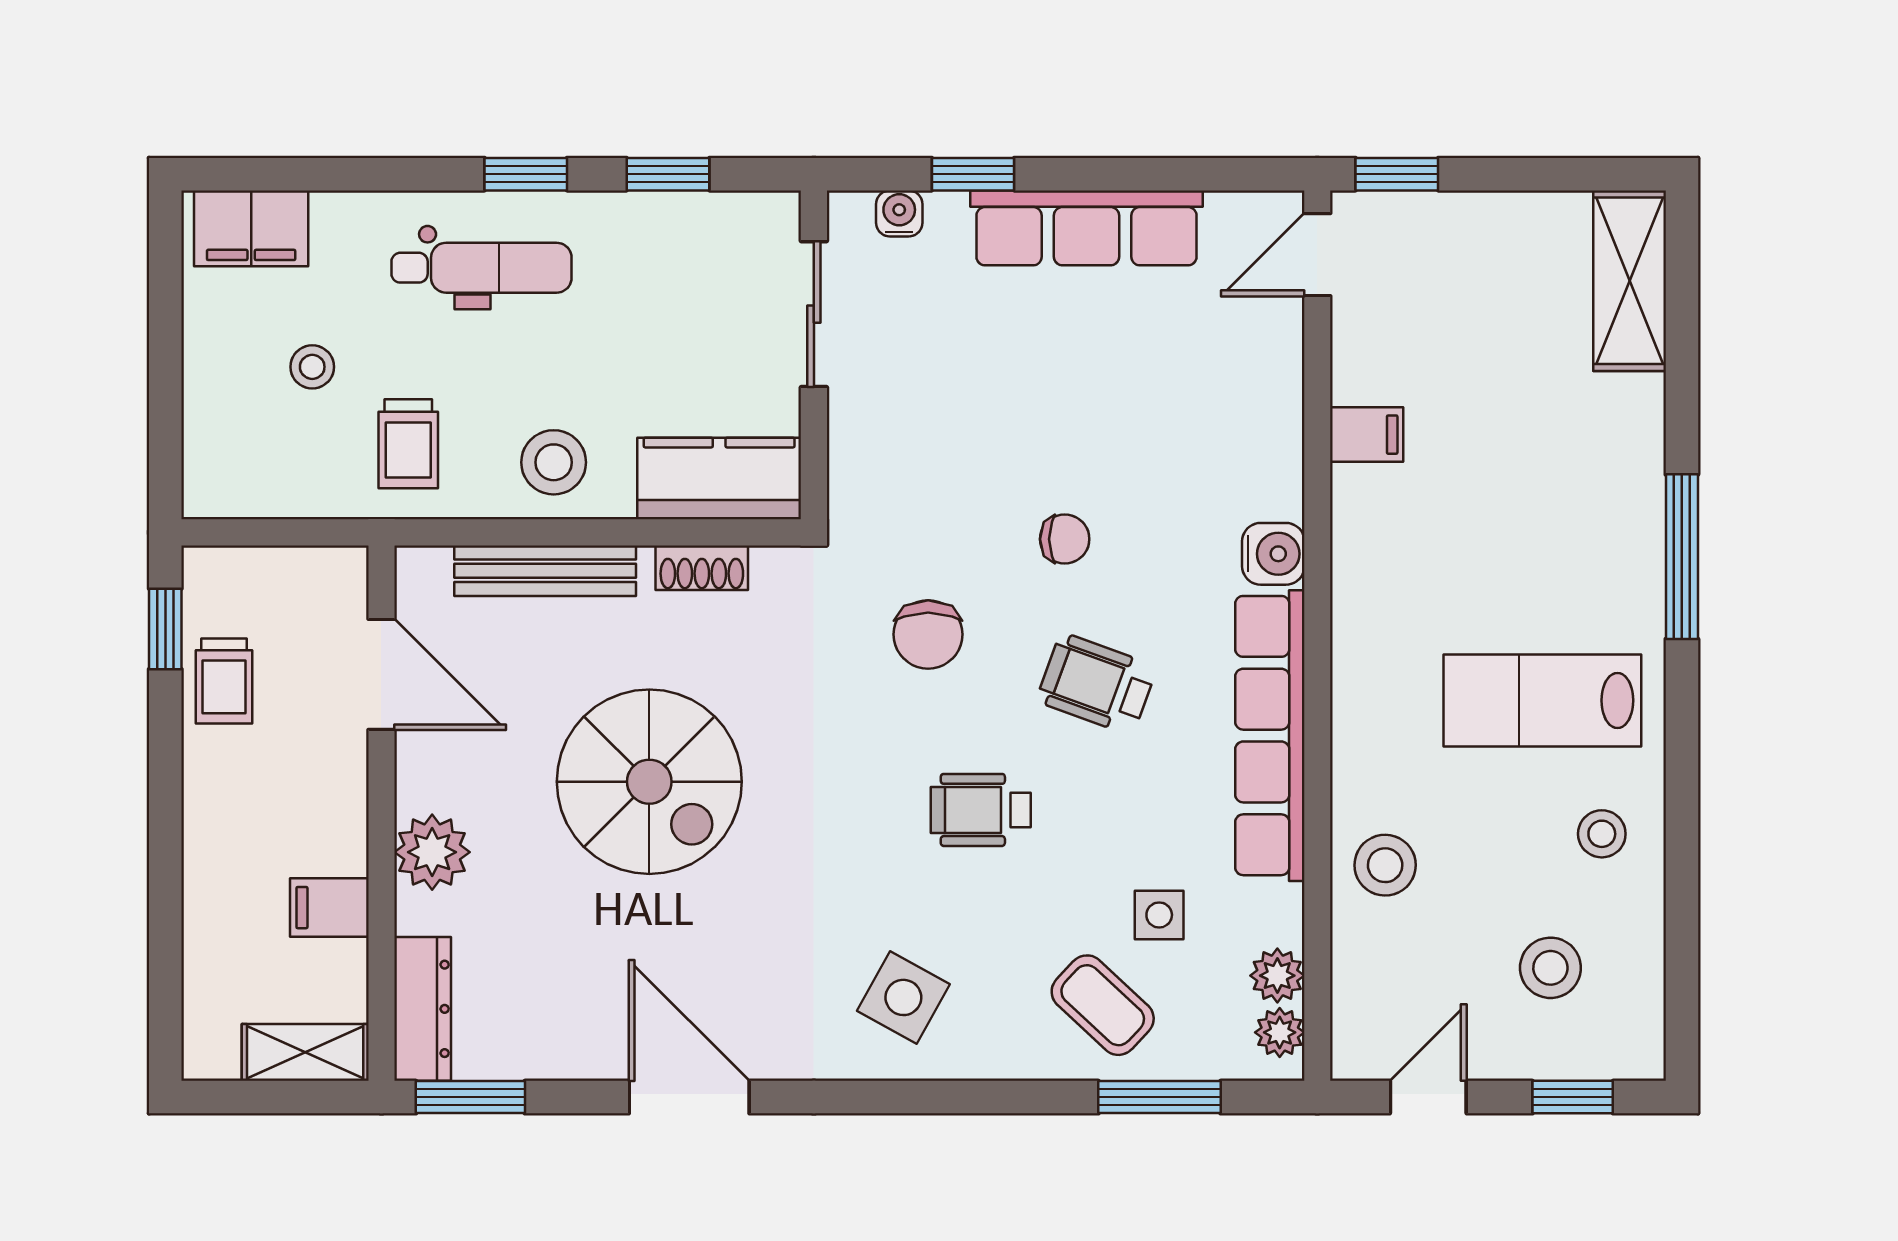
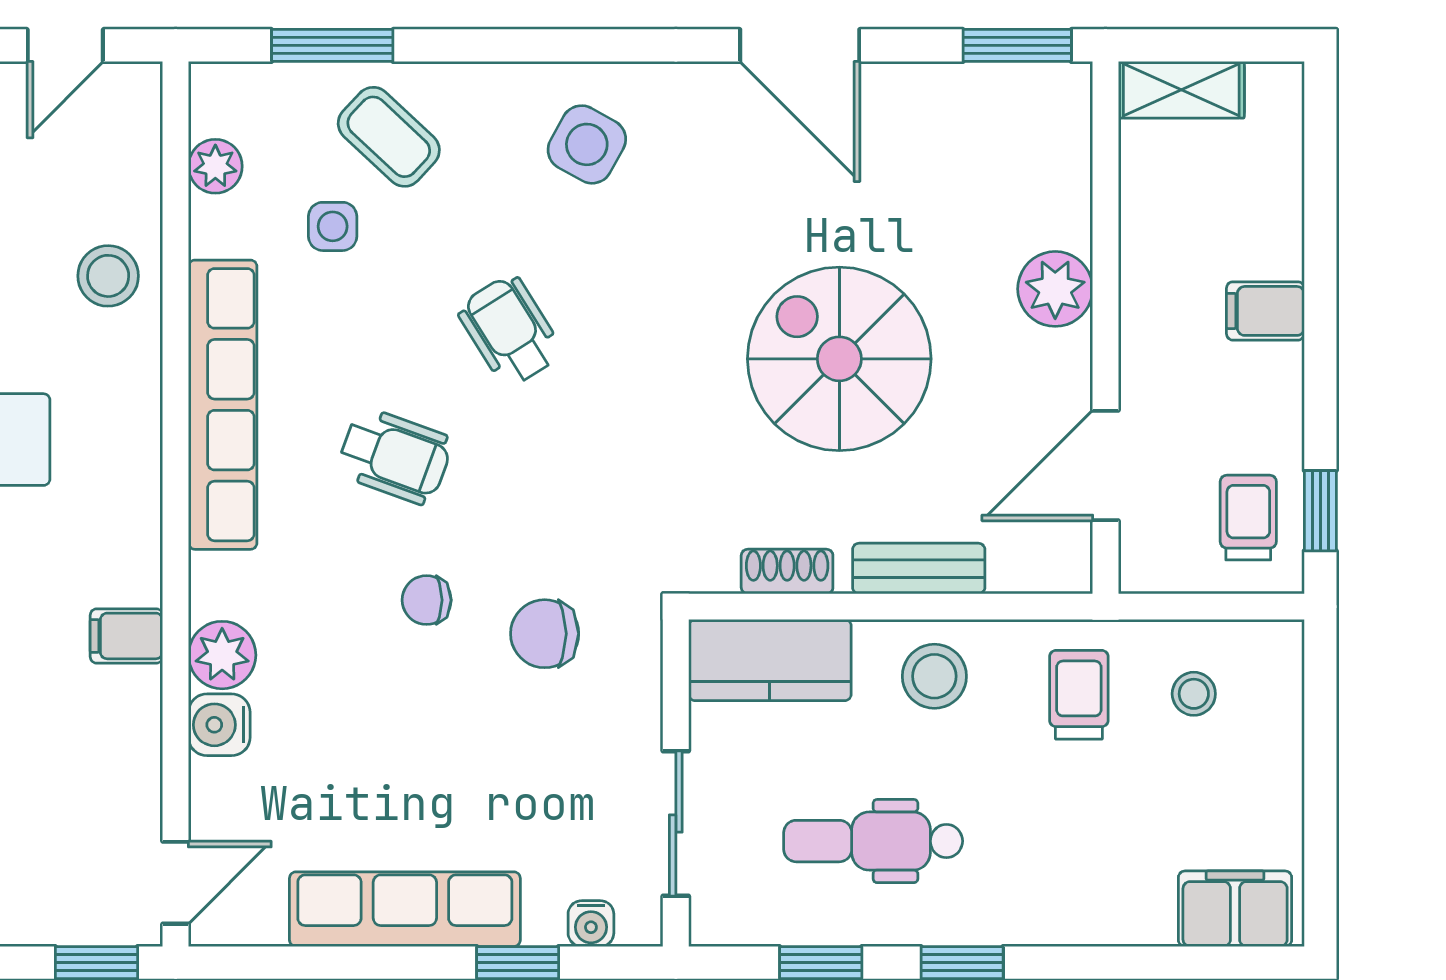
dental chair: (481, 268) -> (873, 841), moved
stool: (312, 367) -> (1194, 694), moved
filing cabinet: (1367, 435) -> (126, 636), moved
water cooler: (1273, 554) -> (219, 725), moved
bench: (545, 571) -> (919, 569), width x0.73
chair: (928, 634) -> (545, 634), moved, turned -90
door: (381, 674) -> (1105, 466), hinge flipped
trolley: (224, 681) -> (1248, 518), moved
wheelchair: (981, 810) -> (510, 331), turned -122
filing cabinet: (329, 908) -> (1265, 311), moved, turned 180
dresser: (423, 1009) -> (1065, 133), removed
plant: (1280, 1032) -> (222, 655), moved, width x1.38, depth x1.38

